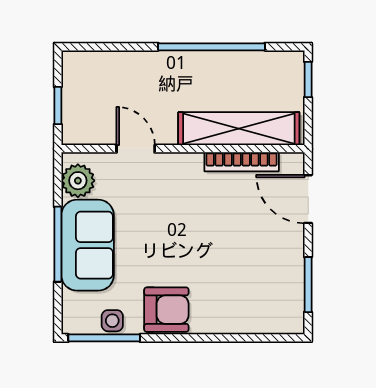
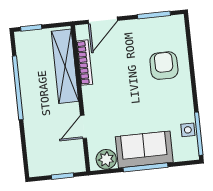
armchair: (166, 310) -> (164, 66), moved

